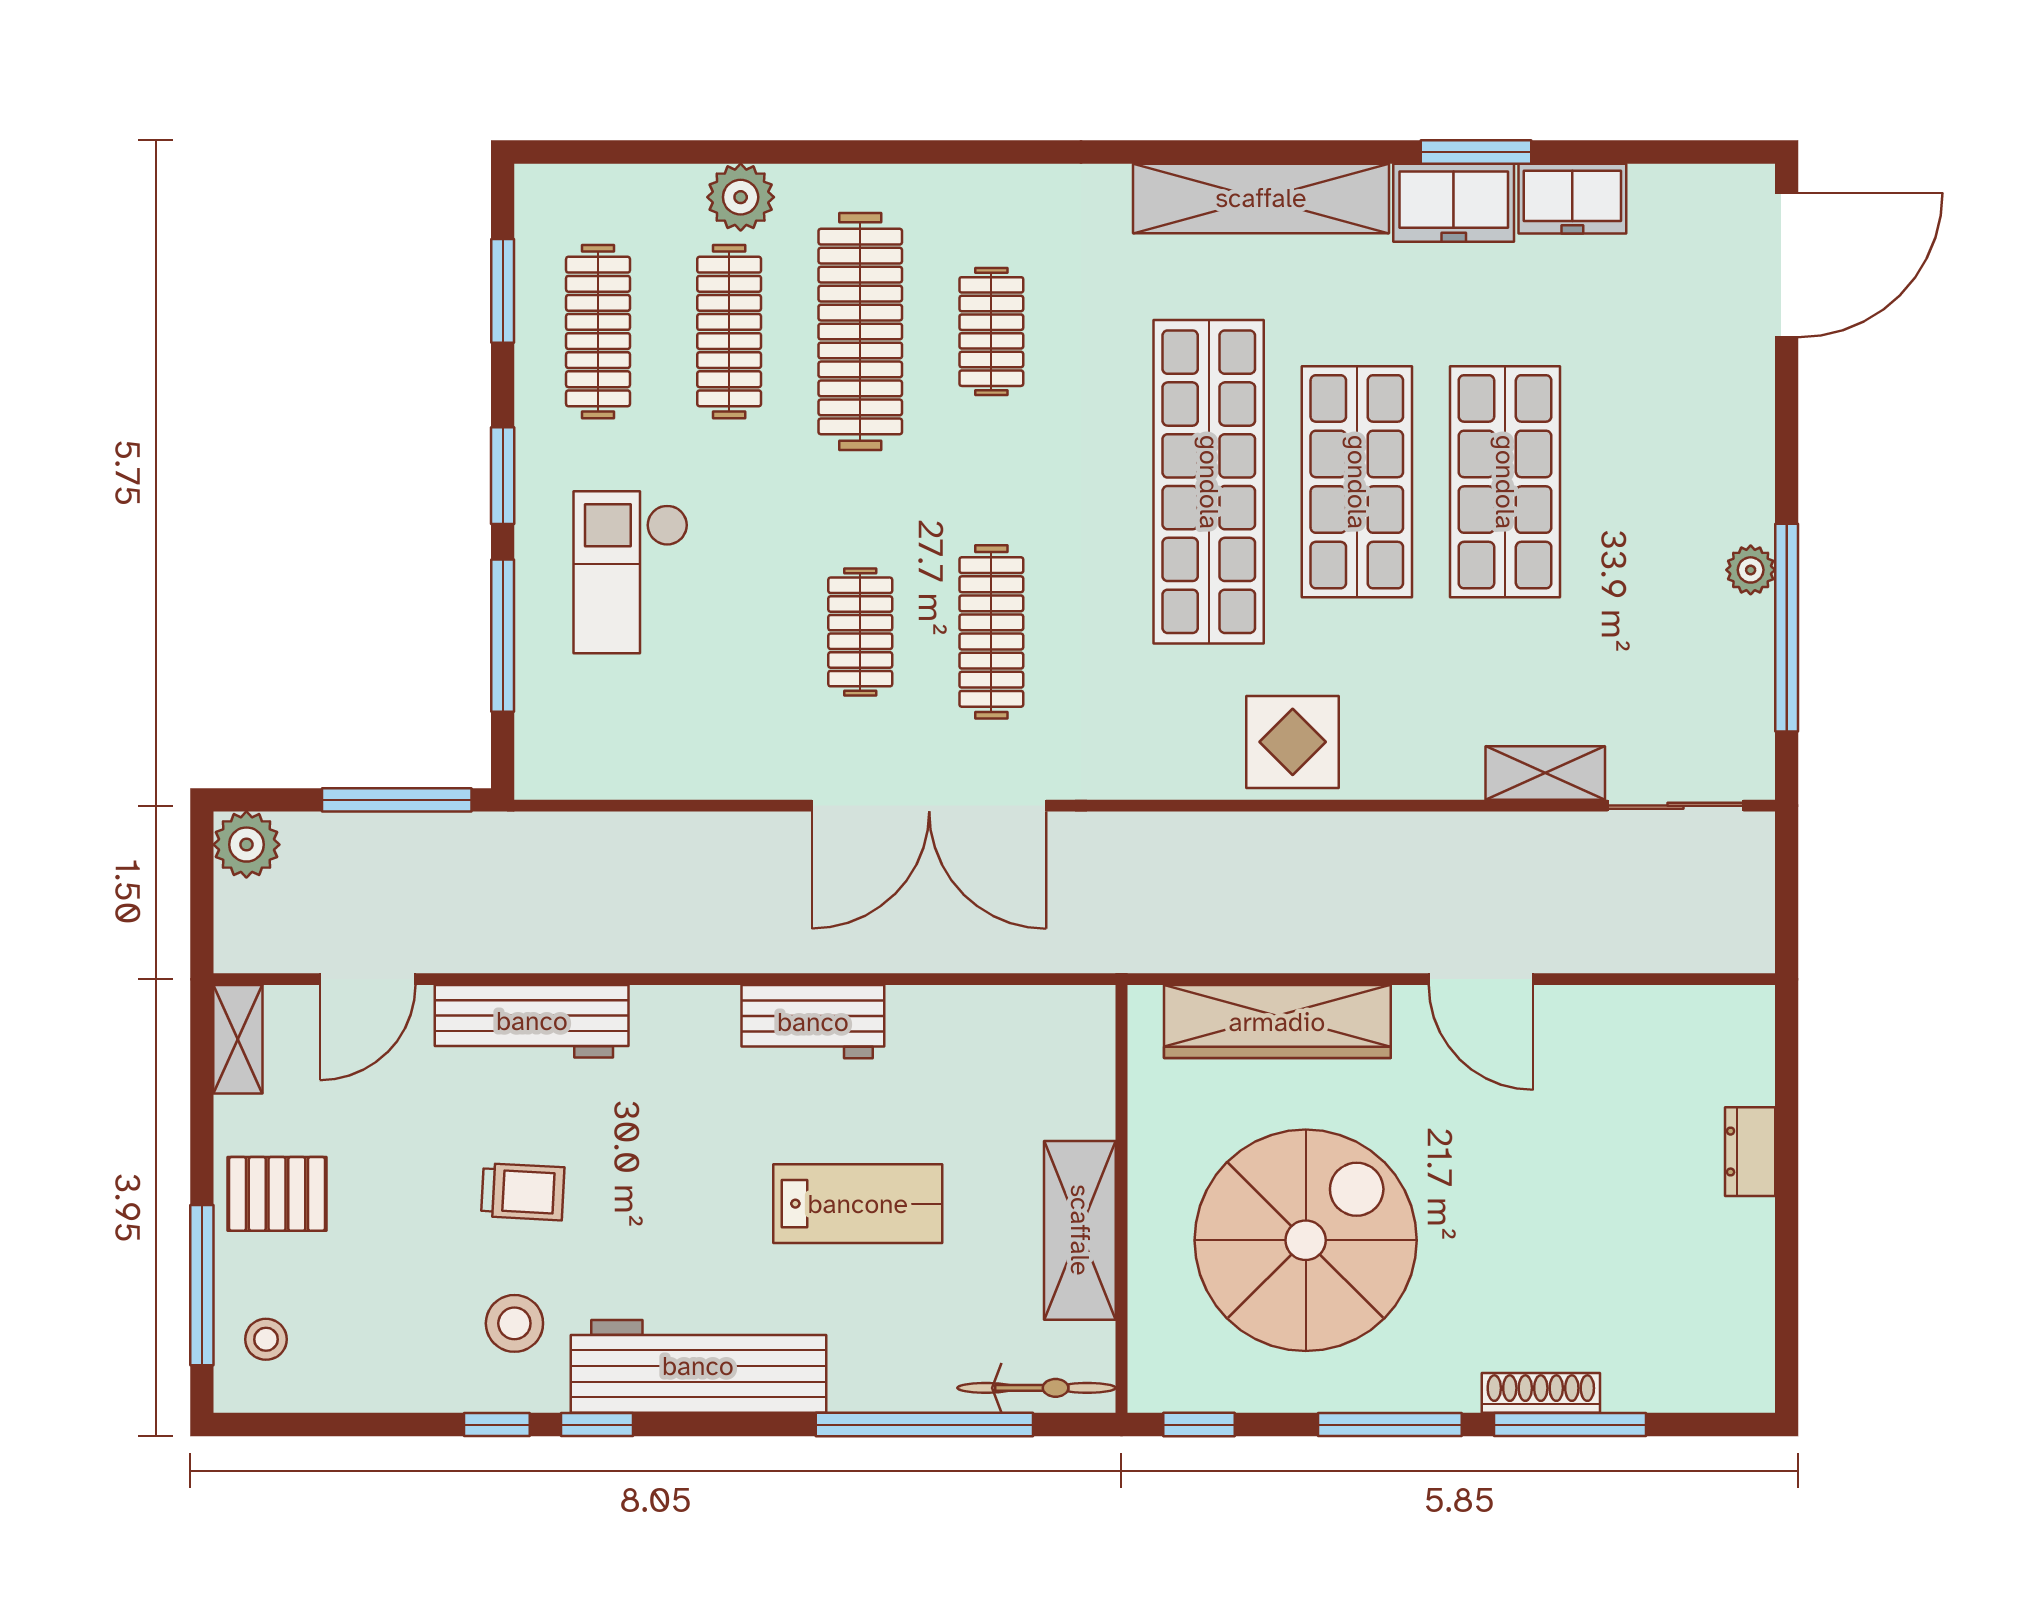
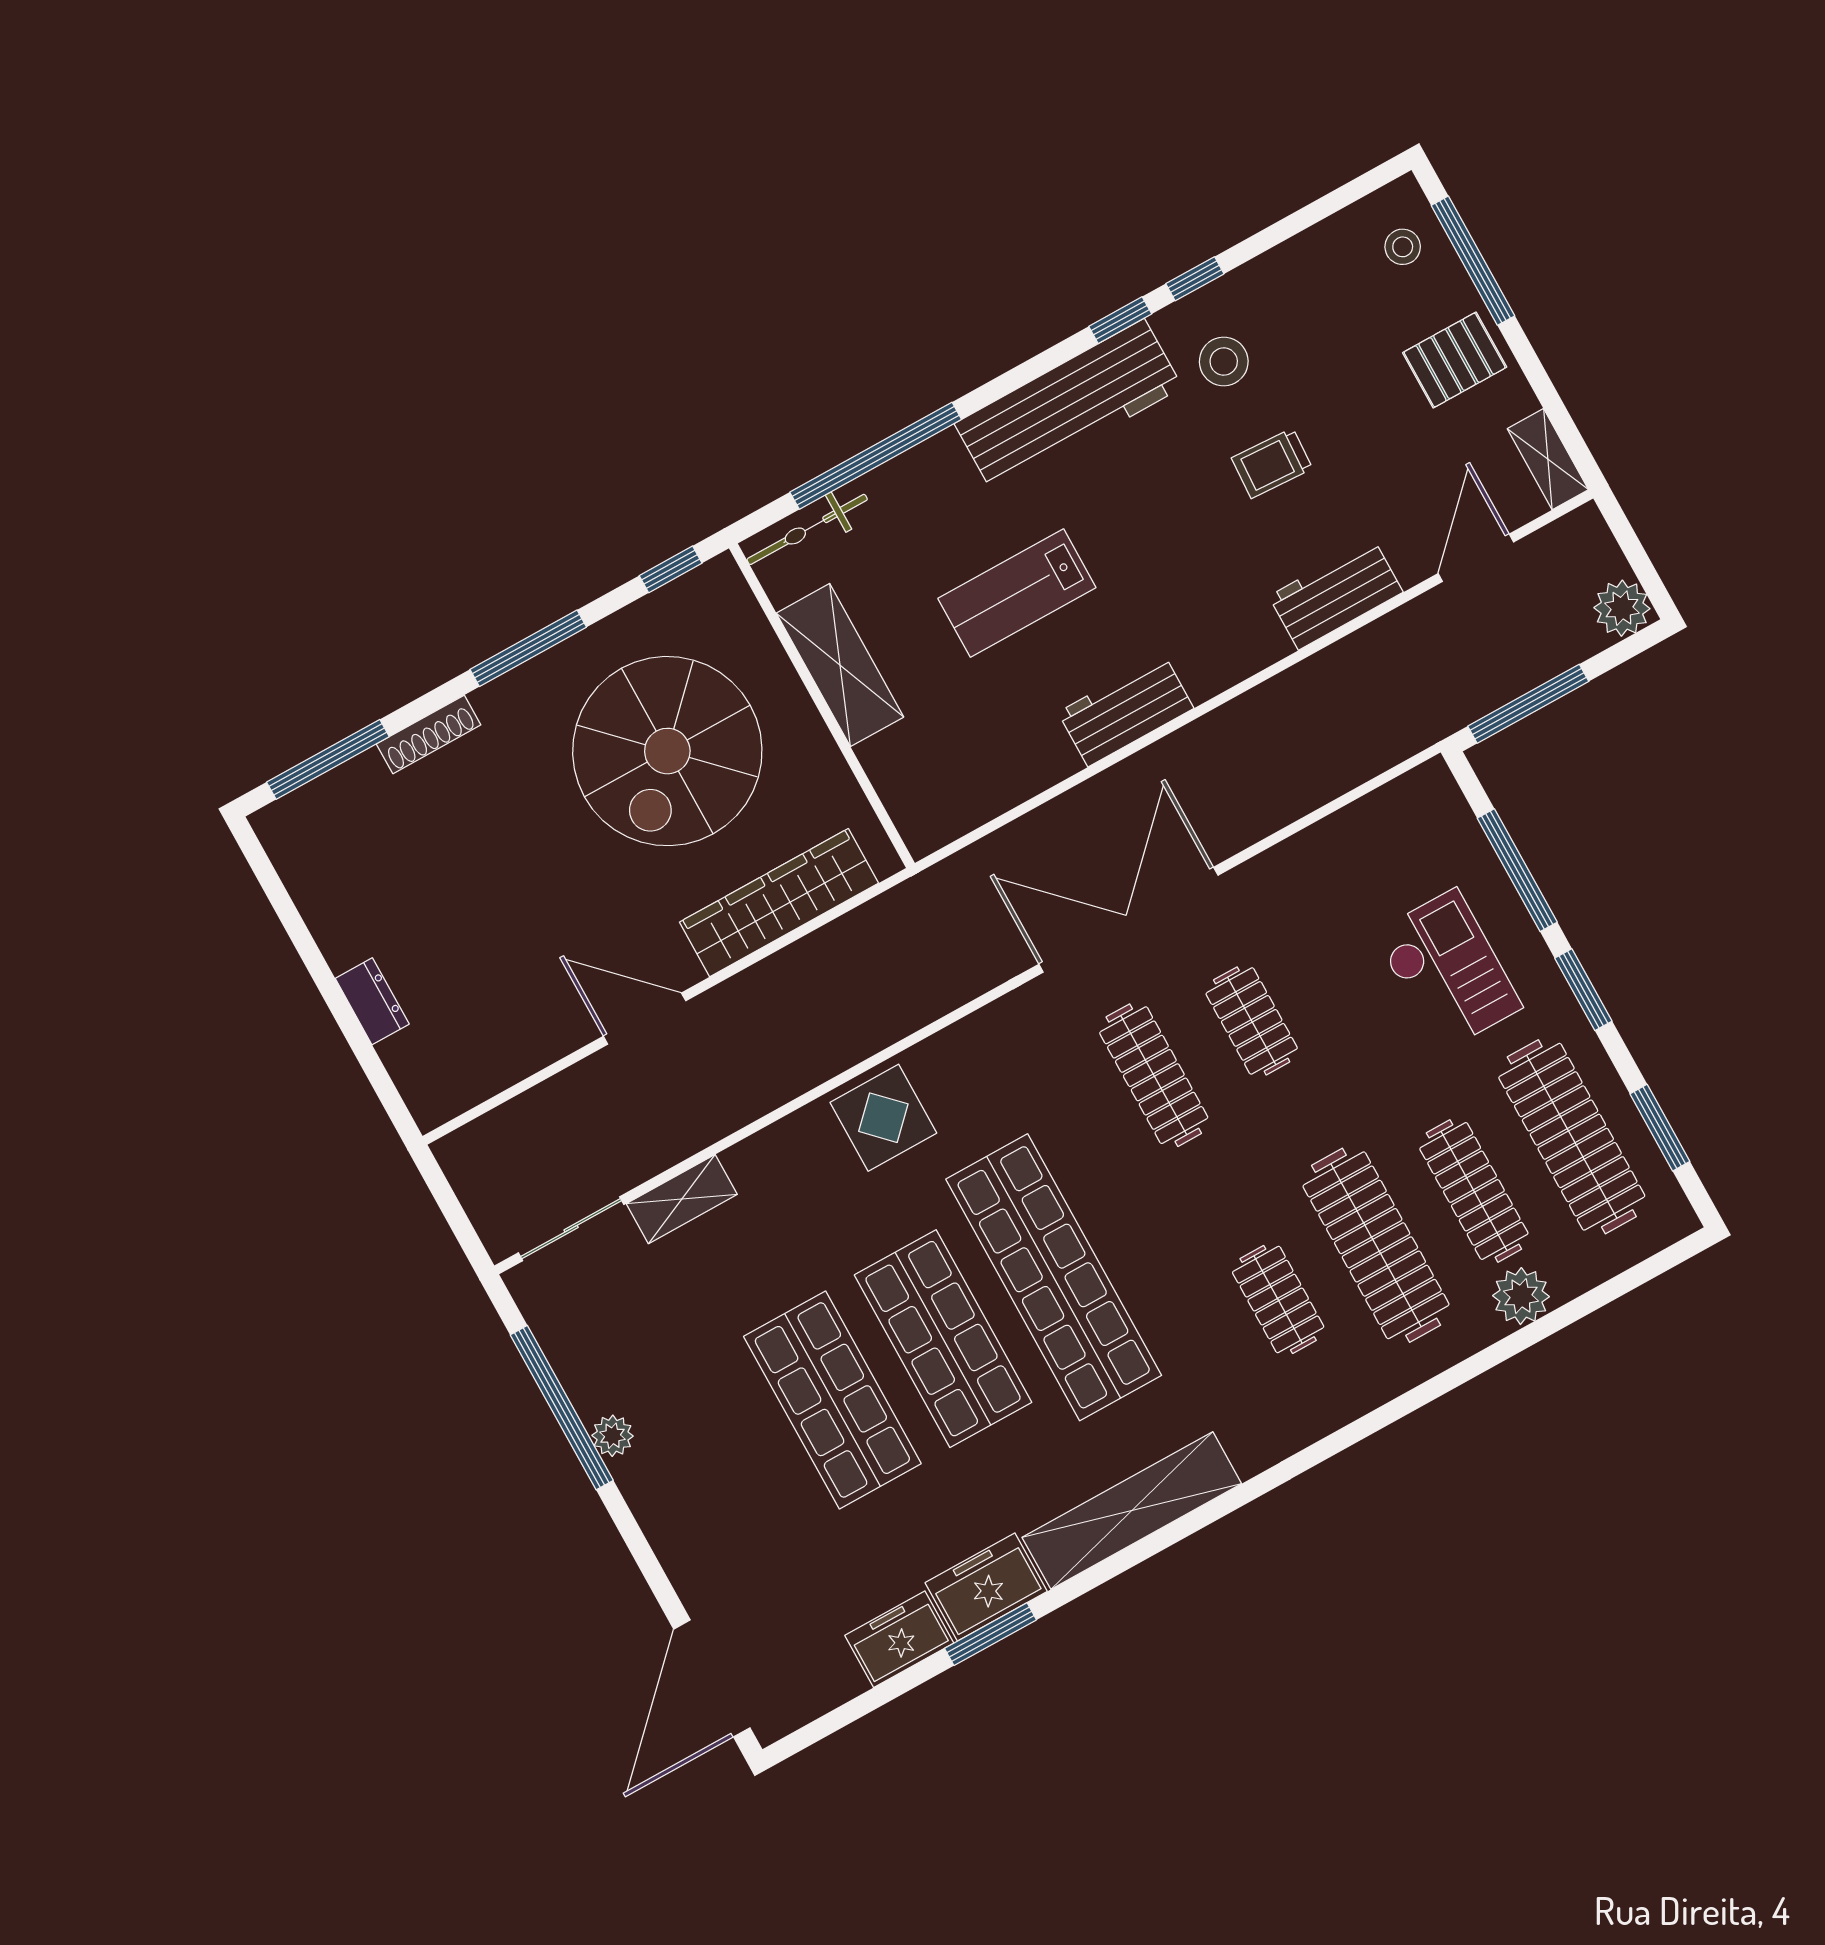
clothes rail: (598, 332) -> (1572, 1137), width x1.37, depth x1.31
workbench: (532, 1021) -> (1336, 594), width x0.73
window: (1570, 1425) -> (328, 759), moved

